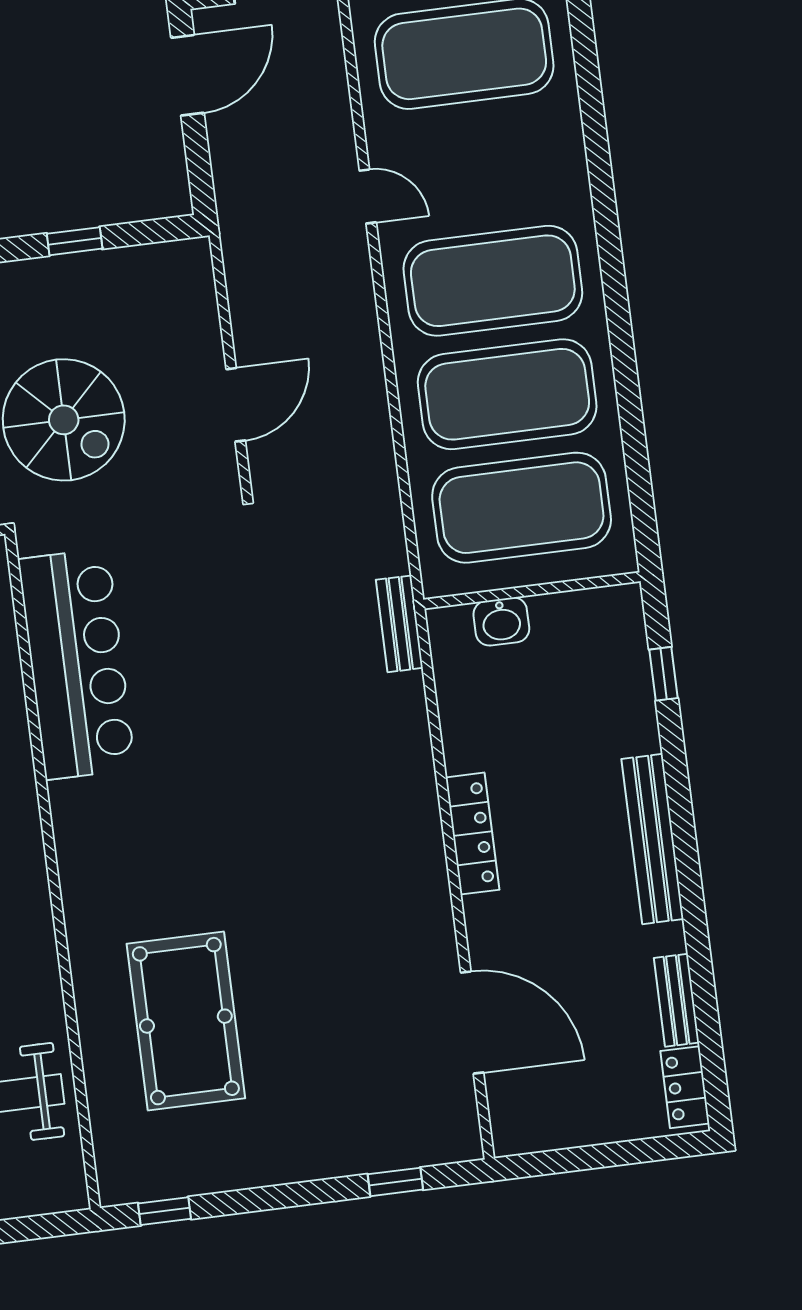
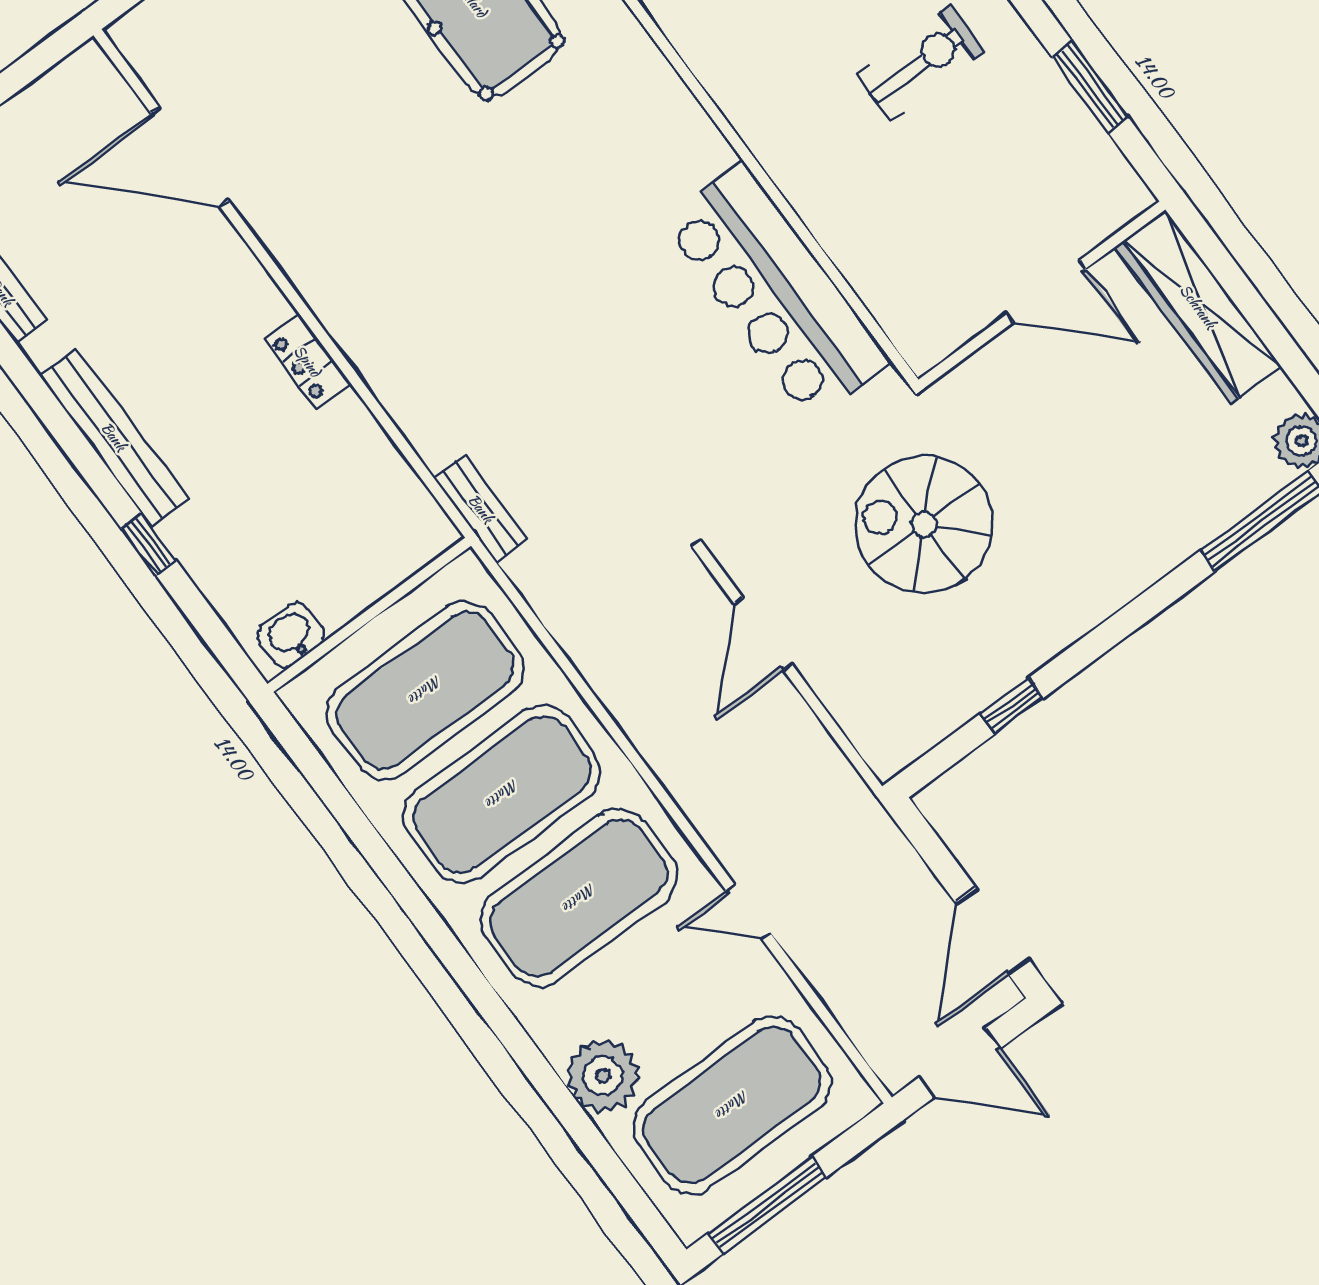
plant: (551, 133) -> (603, 1076), added
washbasin: (501, 622) -> (291, 635), moved
window: (664, 674) -> (149, 544), moved
locker: (472, 834) -> (307, 361), width x0.66

